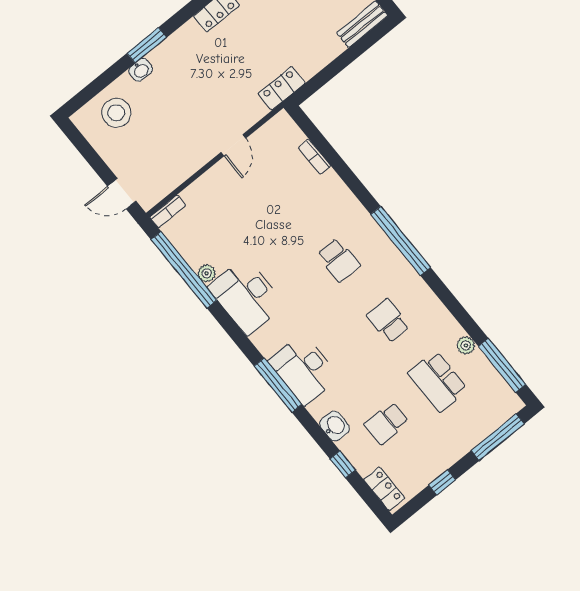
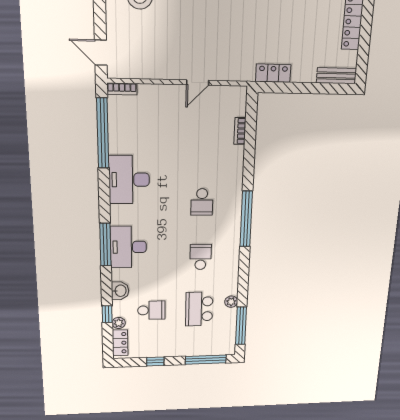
locker: (282, 88) -> (273, 73), moved
plant: (207, 273) -> (119, 323), moved
school desk: (387, 423) -> (151, 310), turned 180

